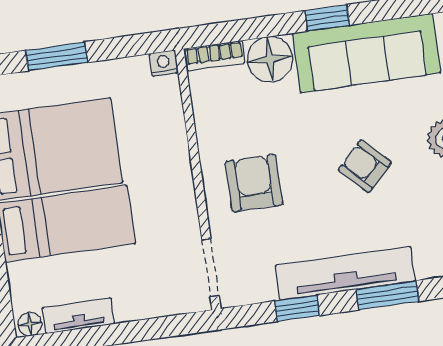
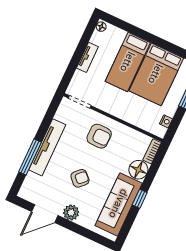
nightstand: (163, 63) -> (166, 121), moved
window: (388, 295) -> (30, 157), width x1.44
window: (297, 308) -> (46, 123), removed
tv unit: (78, 316) -> (87, 57), moved

